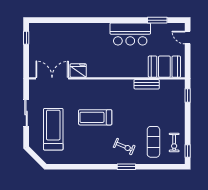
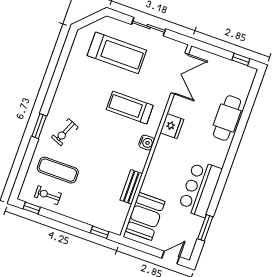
cafe table: (72, 33) -> (227, 118), added
fridge: (78, 70) -> (172, 126), moved
water cooler: (111, 85) -> (146, 143), added
treadmill: (95, 117) -> (130, 107), moved, turned -90

